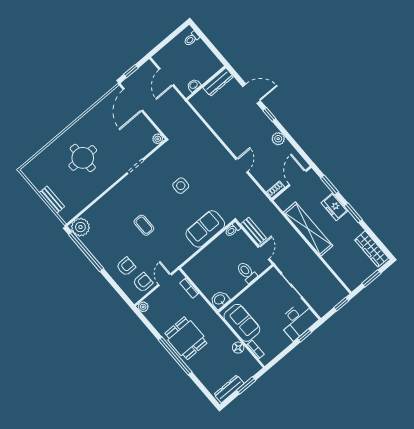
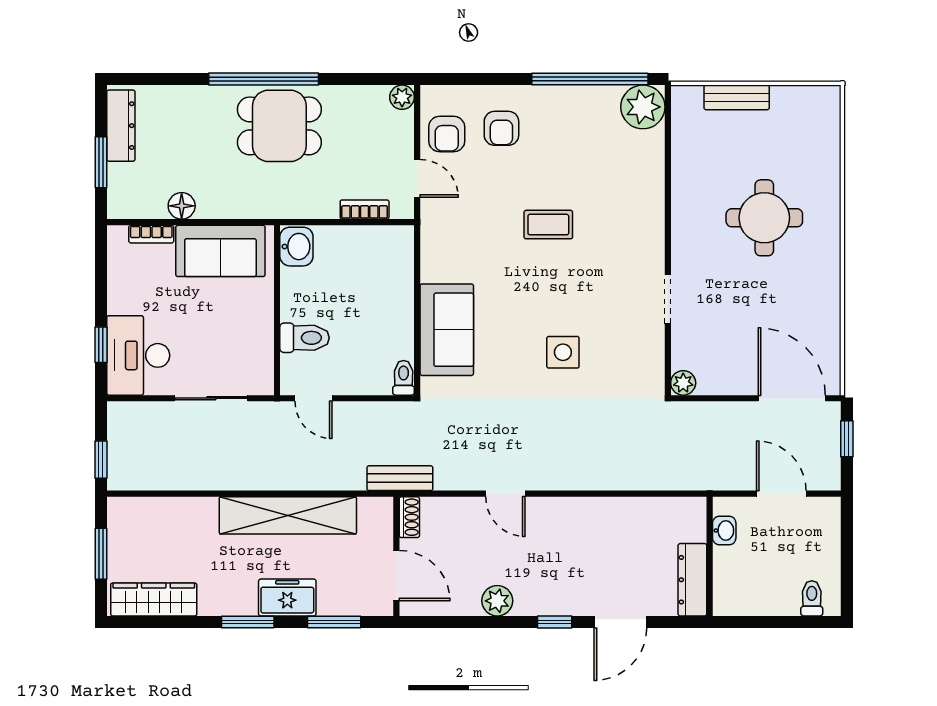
bench: (254, 231) -> (400, 478), moved

